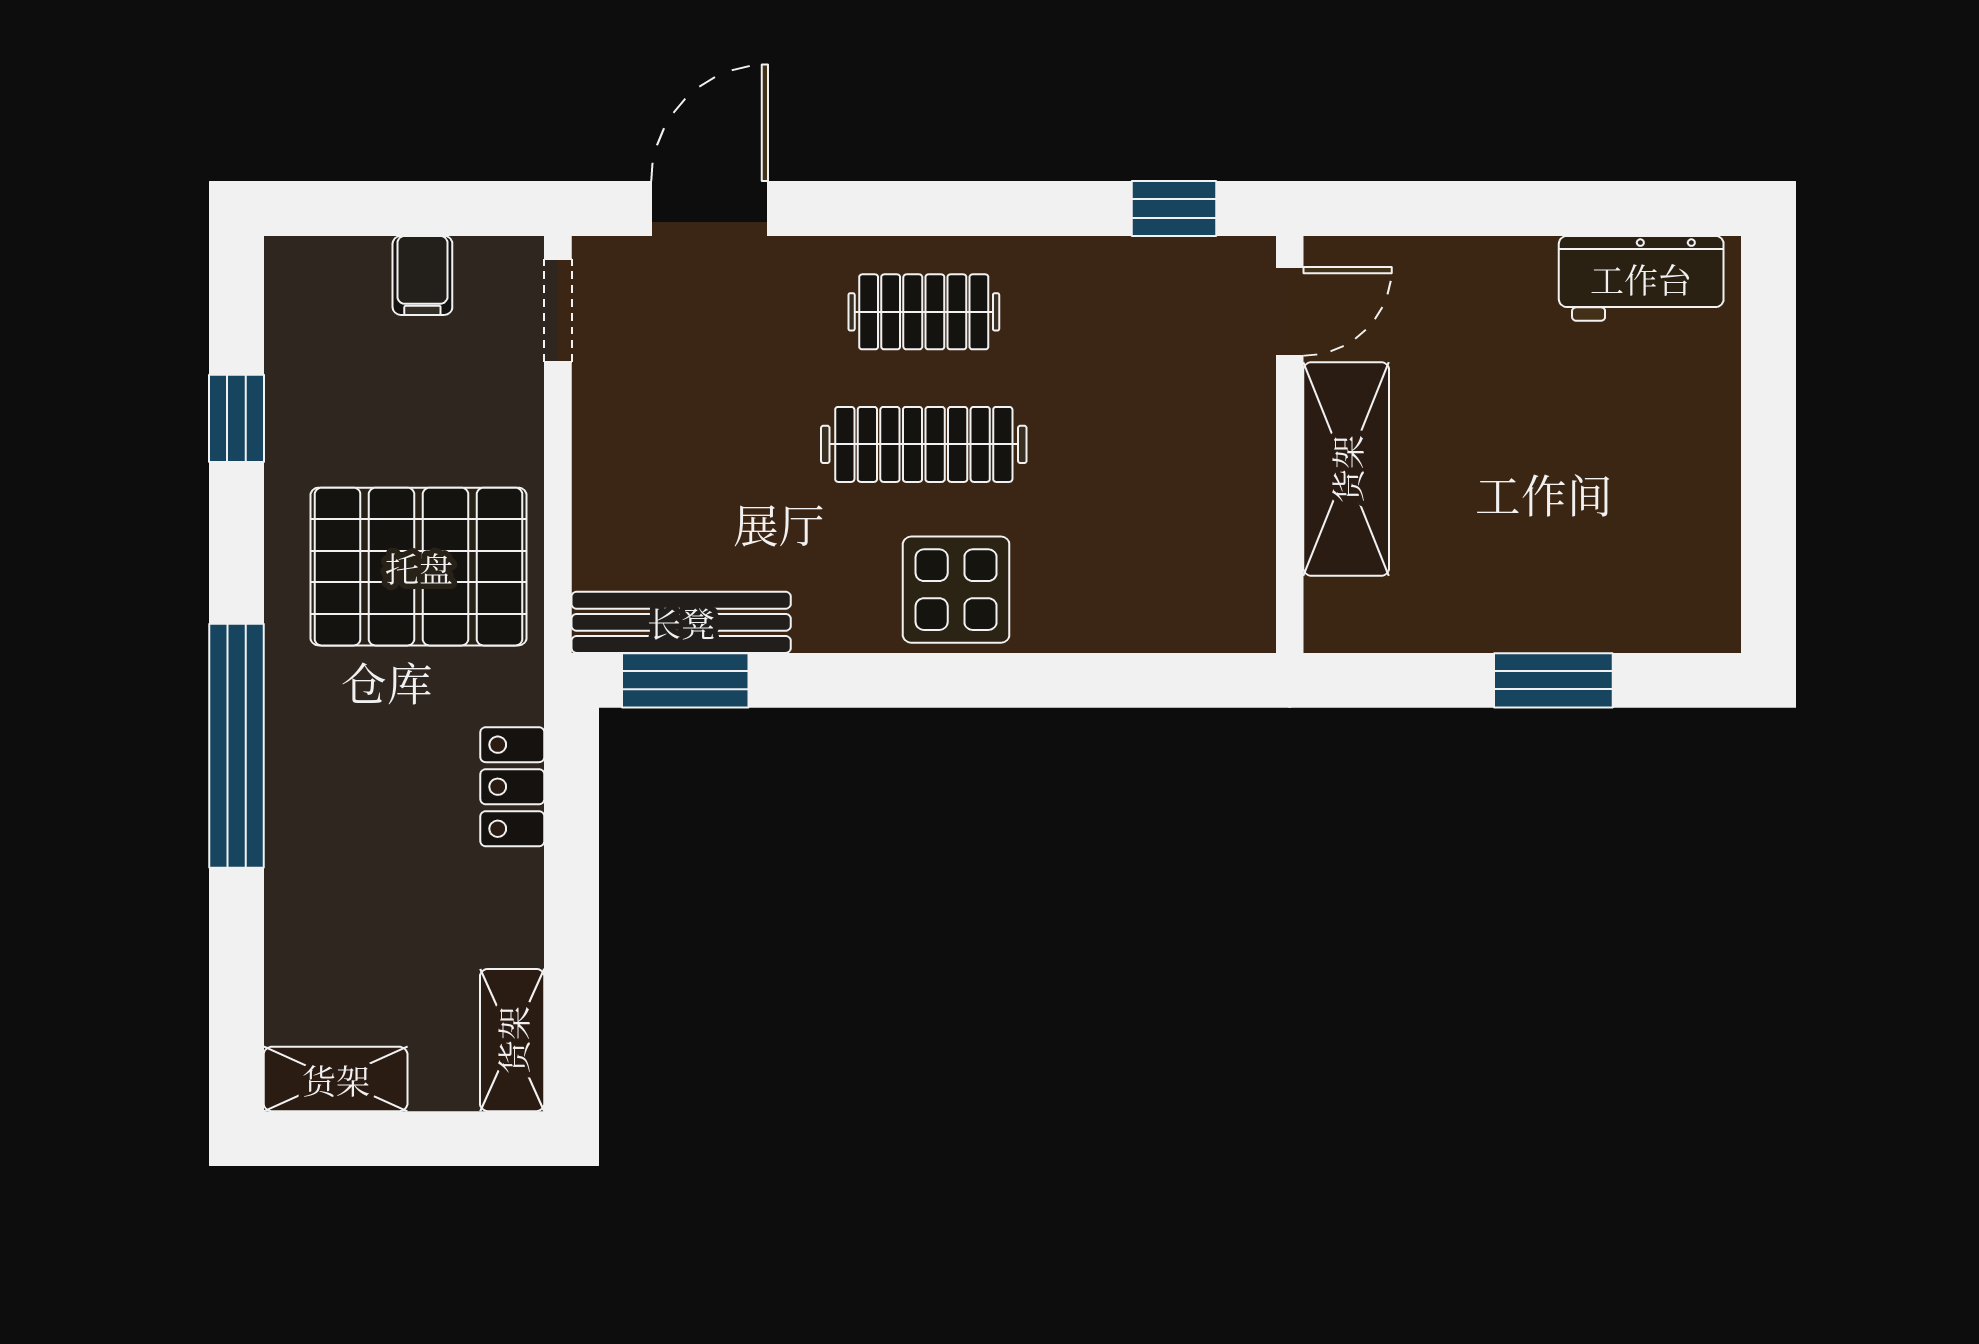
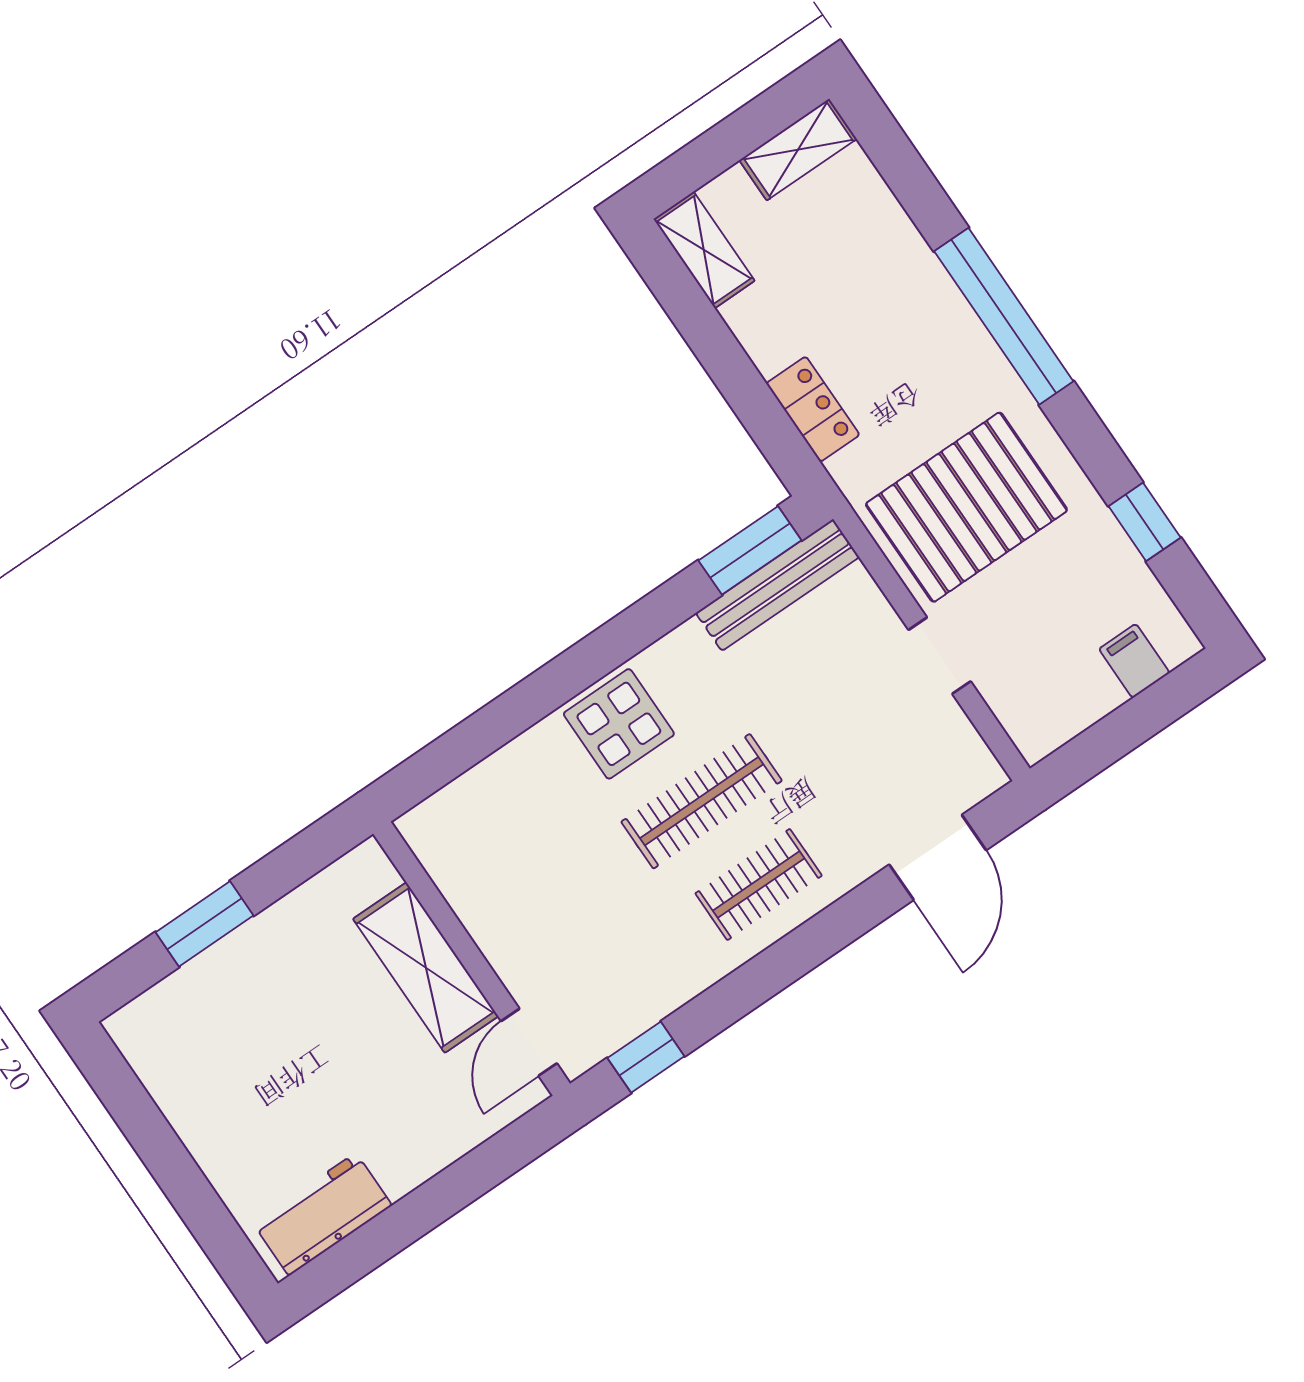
filing cabinet: (422, 275) -> (1134, 661), moved
doorway: (558, 311) -> (940, 656), moved

